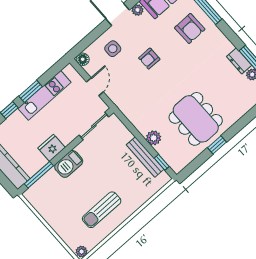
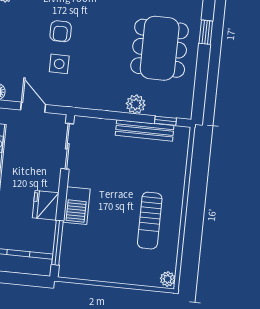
side table: (113, 49) -> (59, 64), moved
dining table: (196, 119) -> (160, 48), turned 90
window: (217, 145) -> (206, 32), moved

